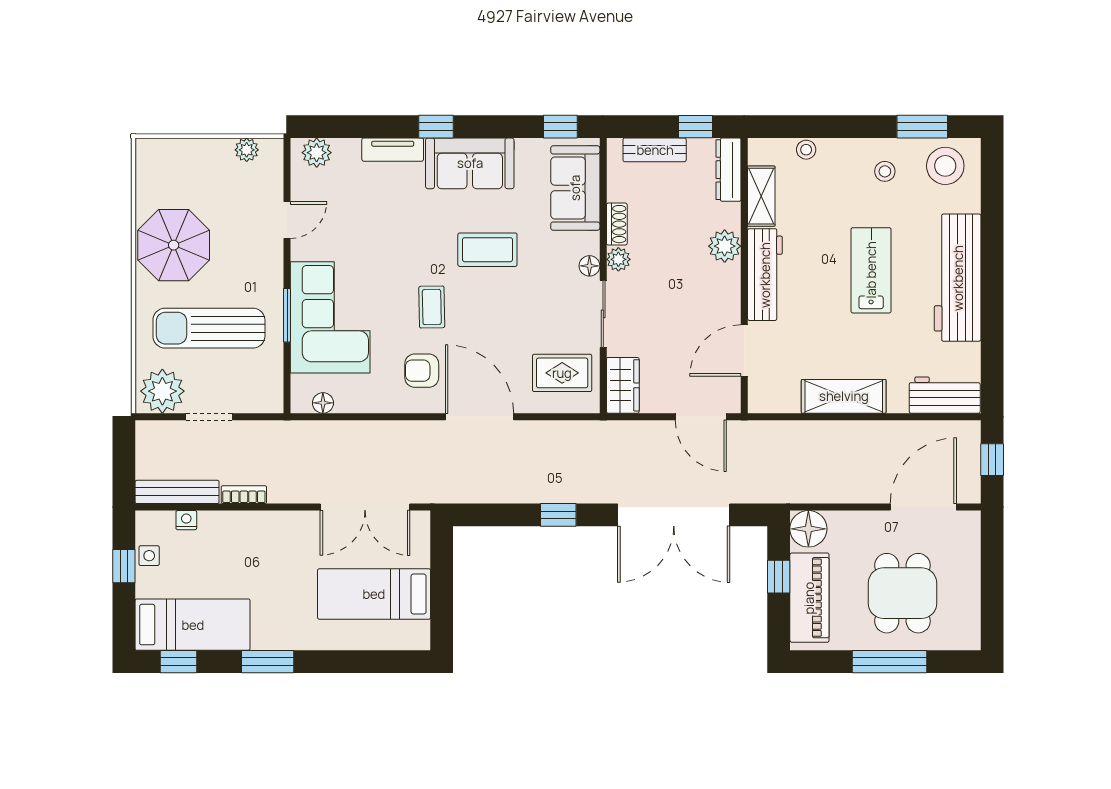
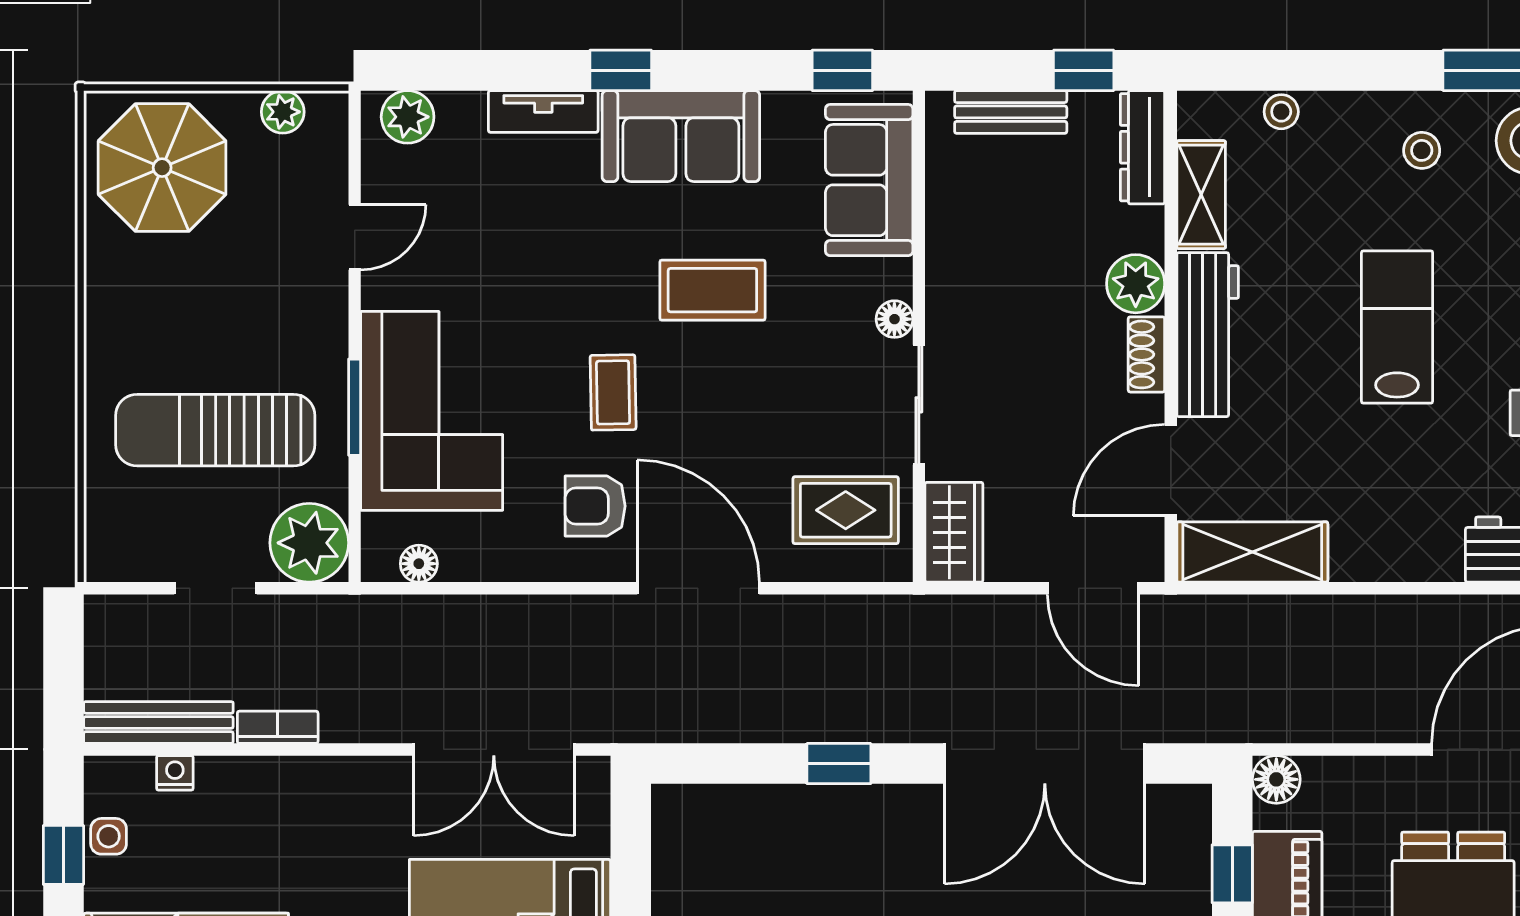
shoe rack: (617, 224) -> (1146, 354), moved, turned 180
parasol: (174, 245) -> (162, 168), moved
plant: (618, 259) -> (946, 307), removed
plant: (162, 391) -> (309, 543), moved
shelving: (844, 396) -> (1252, 552), moved
floor lamp: (808, 529) -> (1276, 779), width x0.73, depth x0.73

